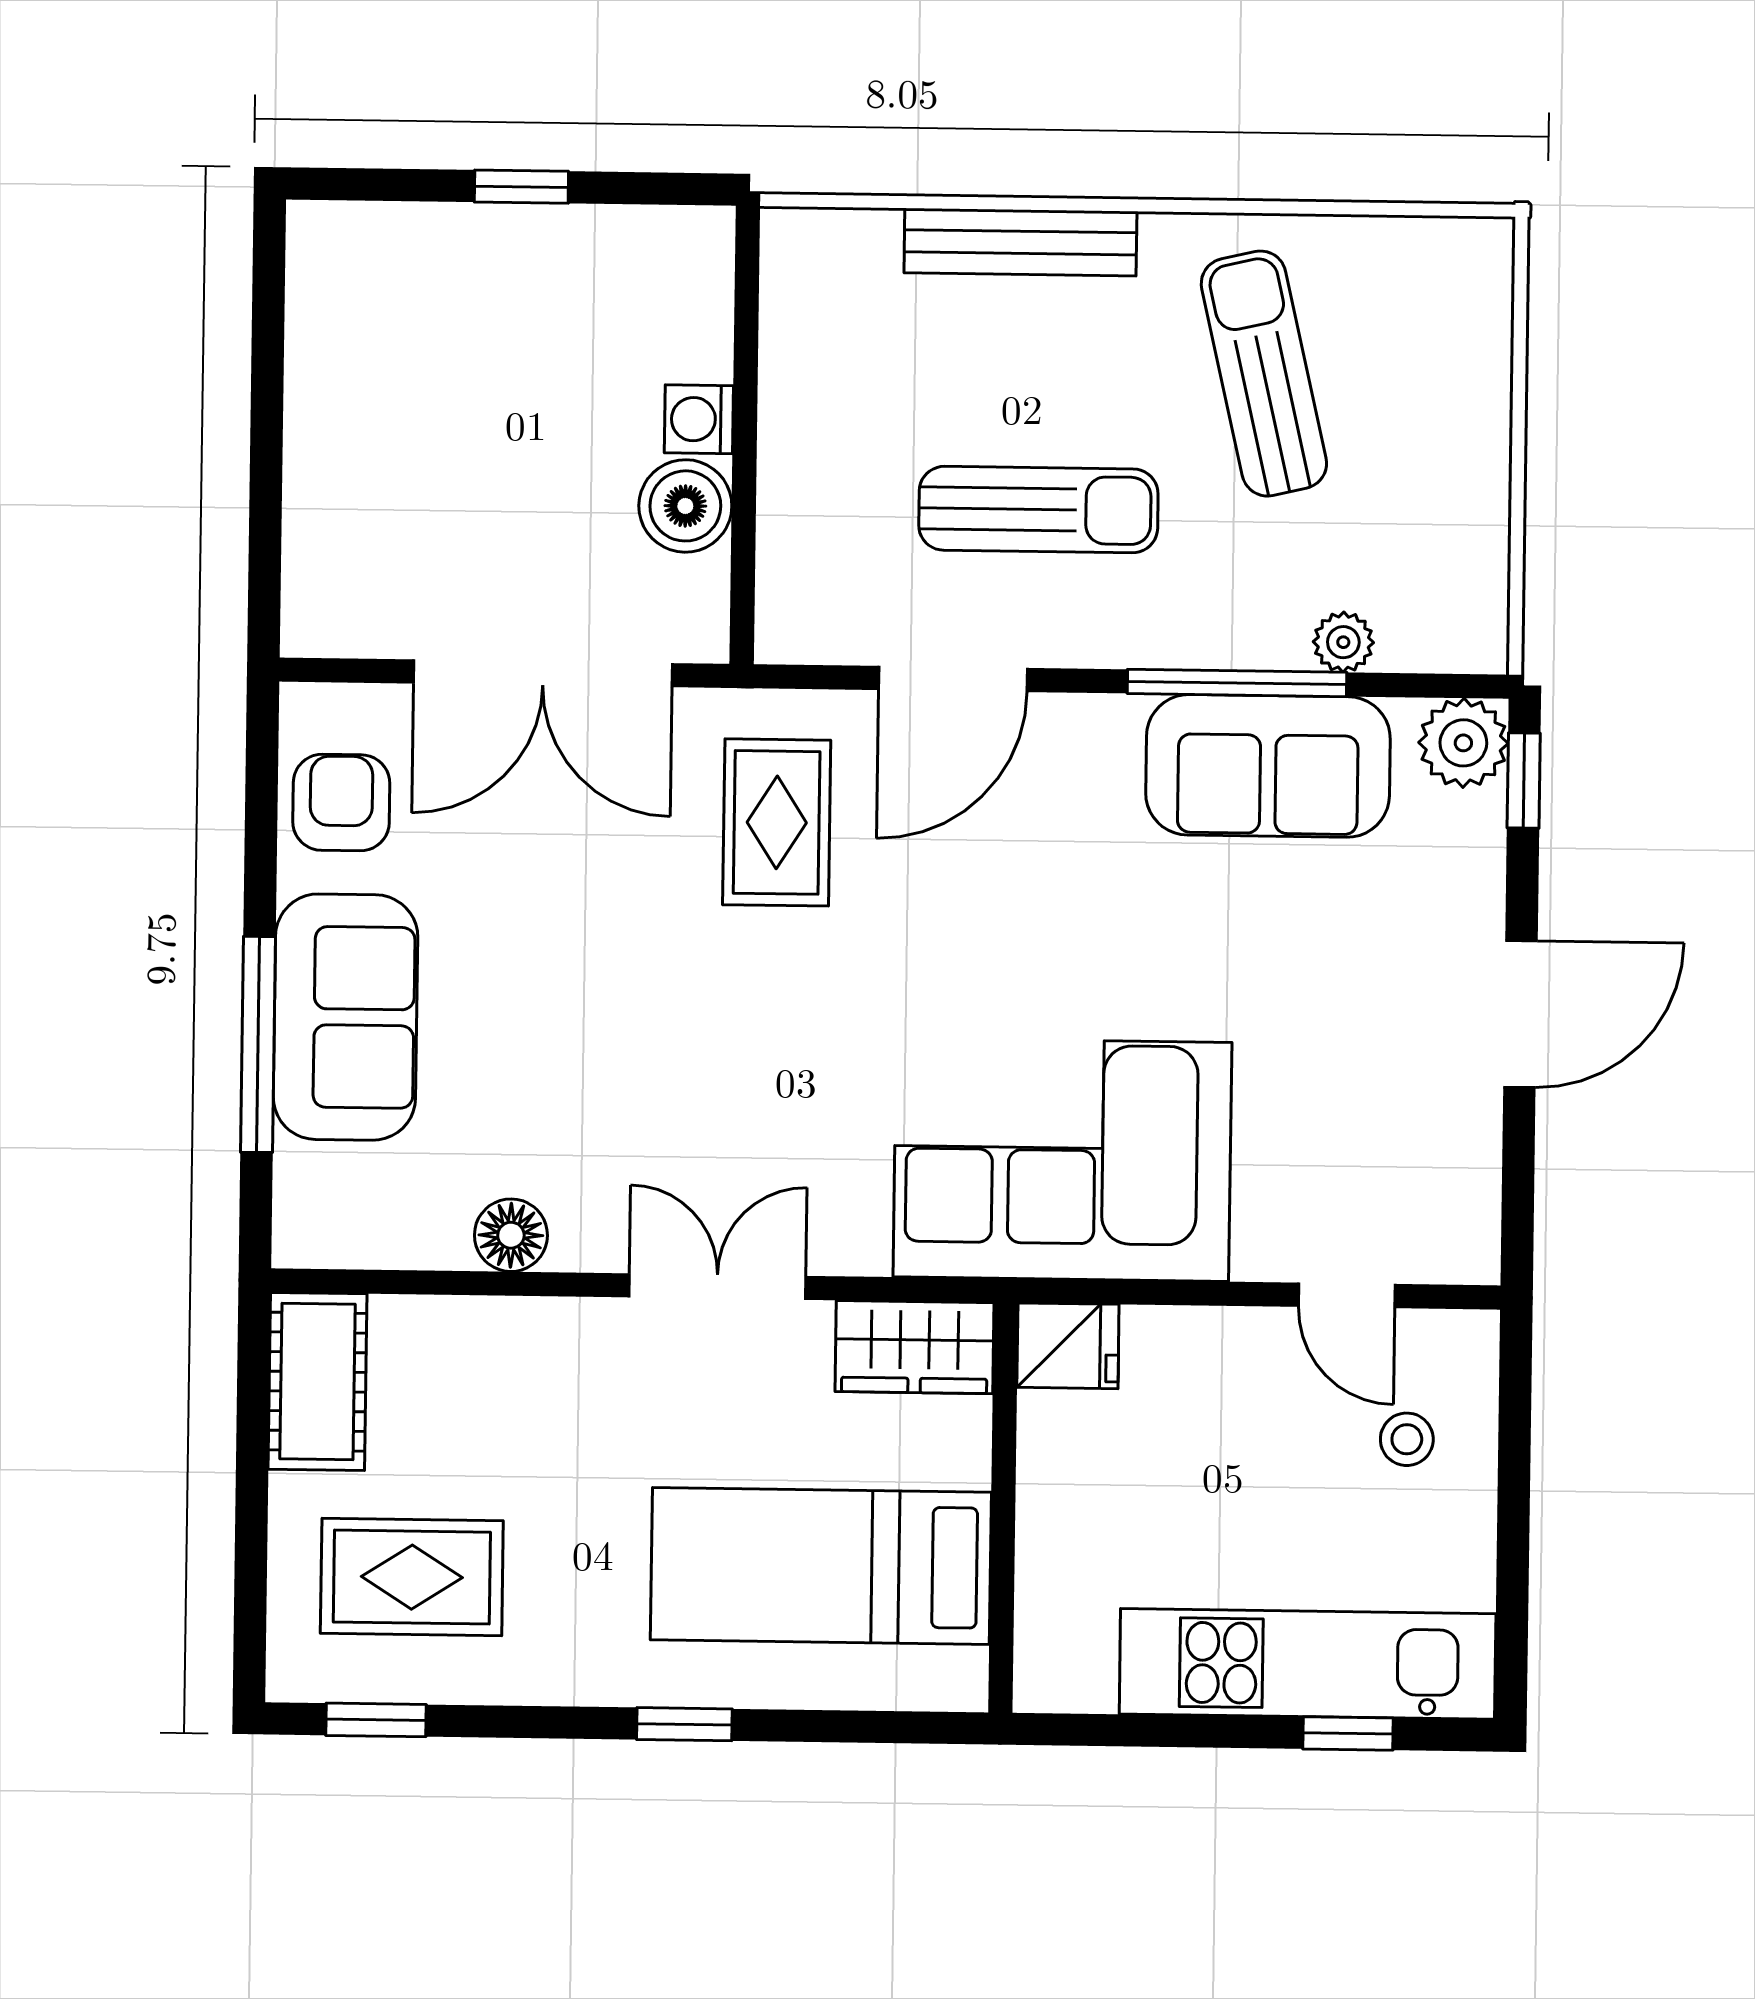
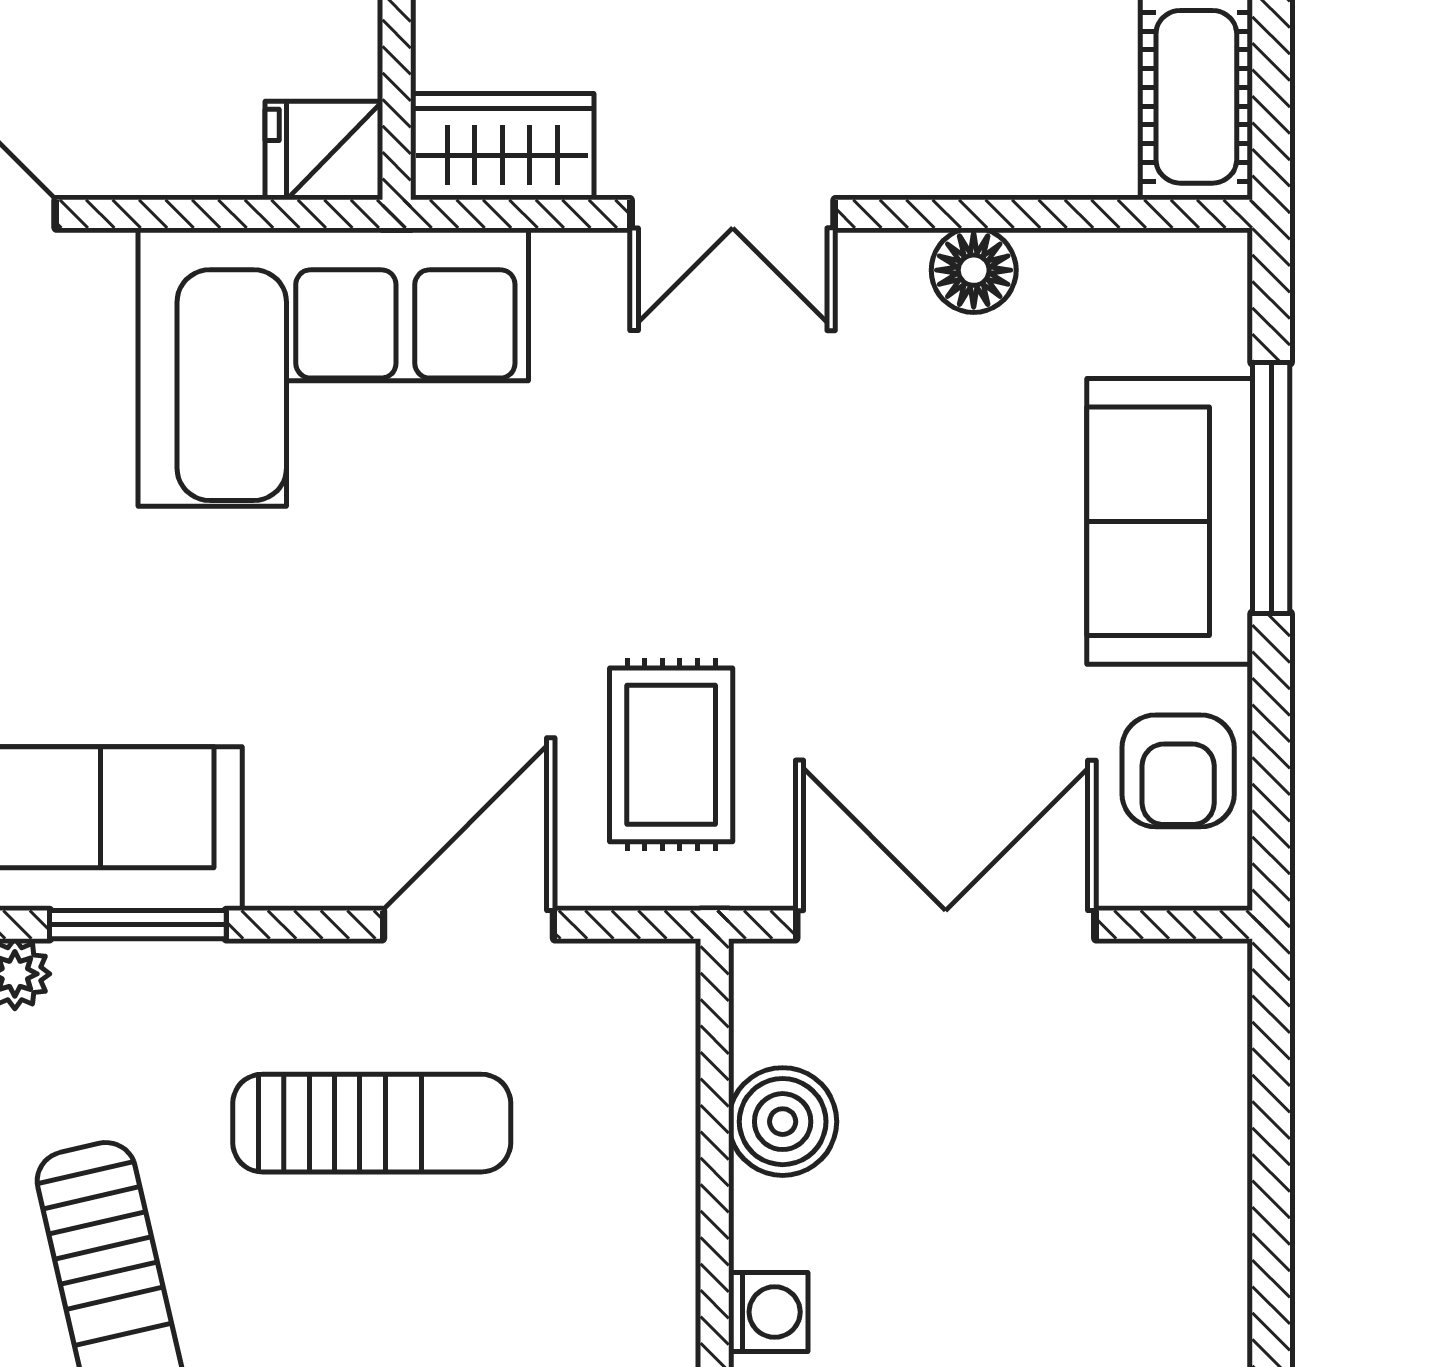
washing machine: (699, 419) -> (768, 1312), moved
sun lounger: (1038, 510) -> (372, 1123), turned 180
window: (1237, 683) -> (138, 925), width x0.69

